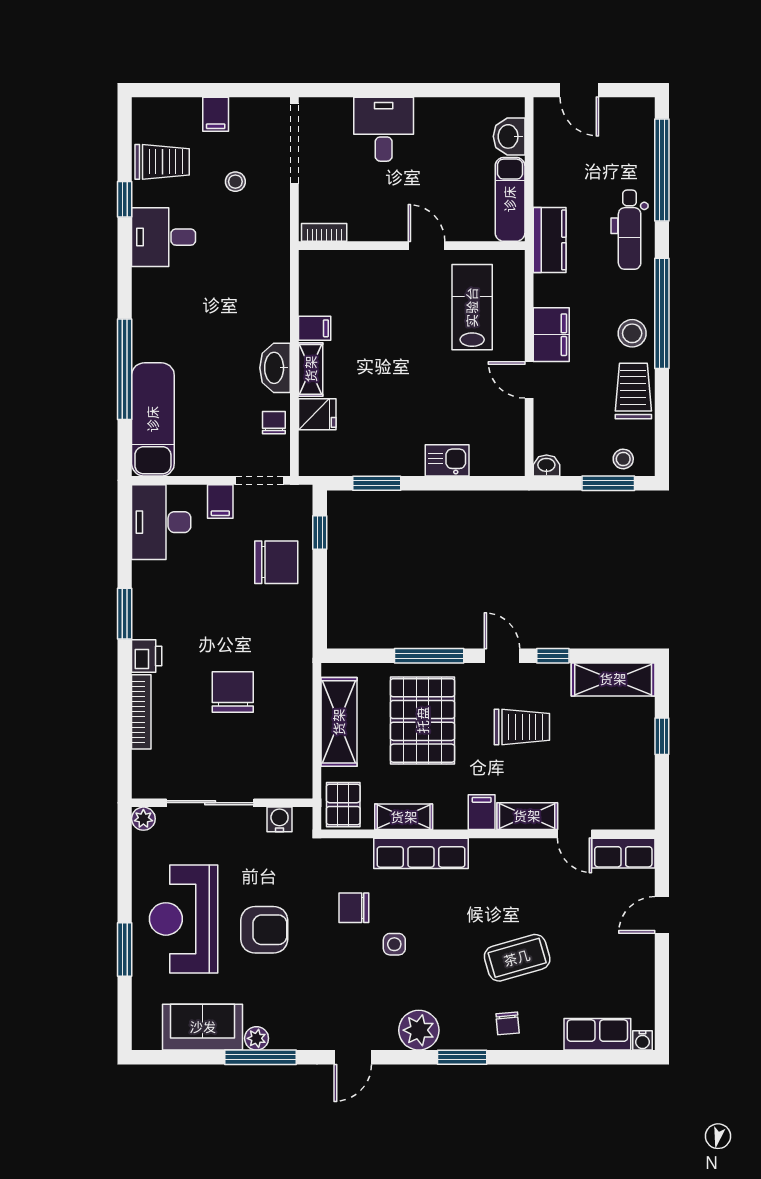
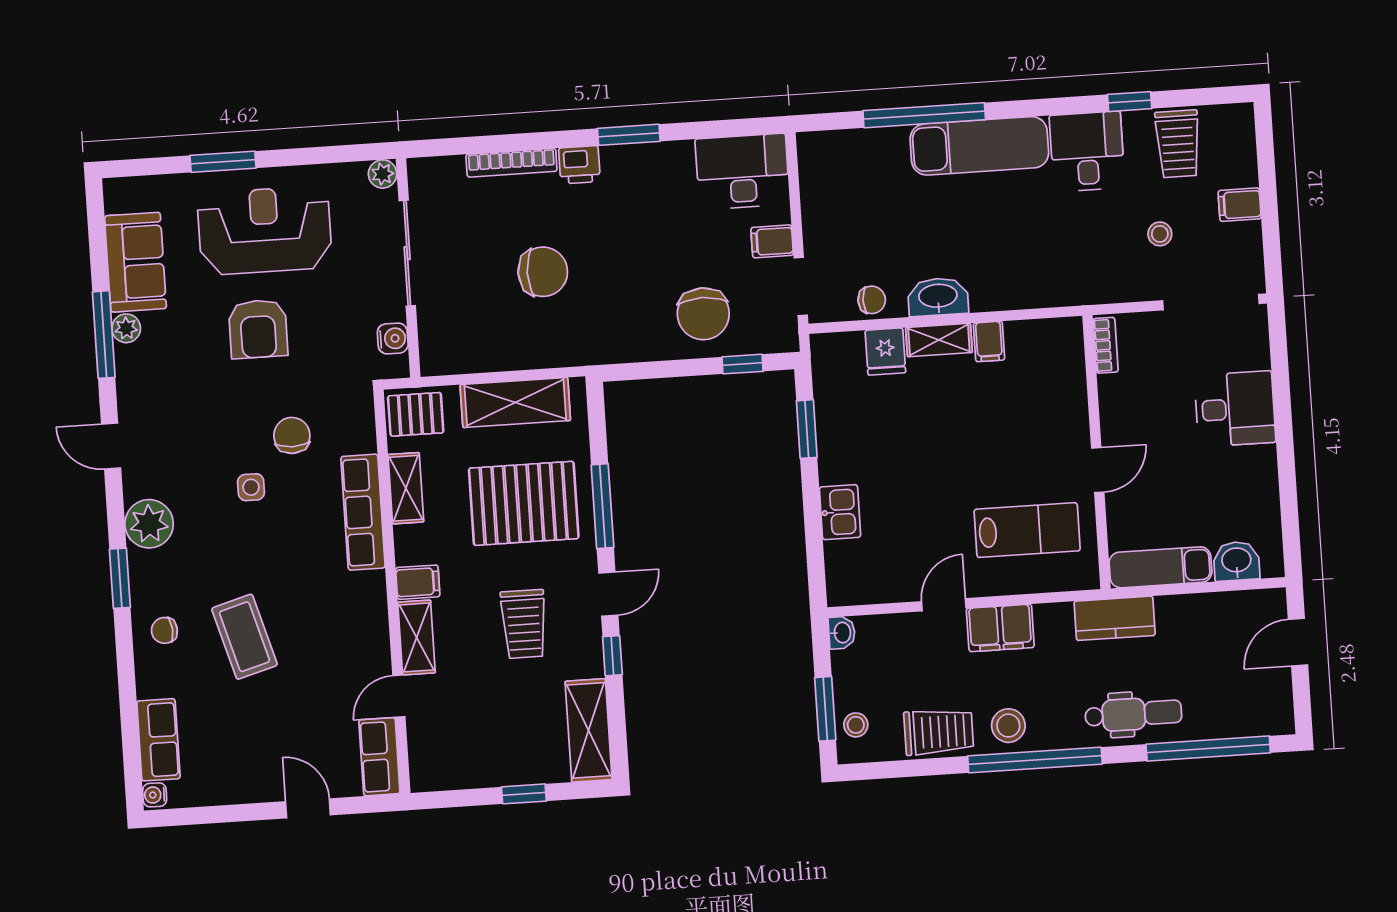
dental chair: (630, 230) -> (1133, 714), turned 180
exam couch: (153, 419) -> (979, 146), moved

